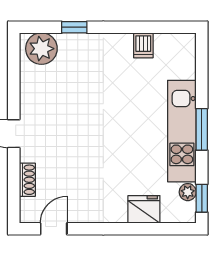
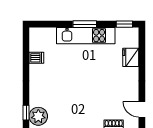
window: (74, 27) -> (26, 113), moved
plant: (188, 192) -> (121, 32), removed

